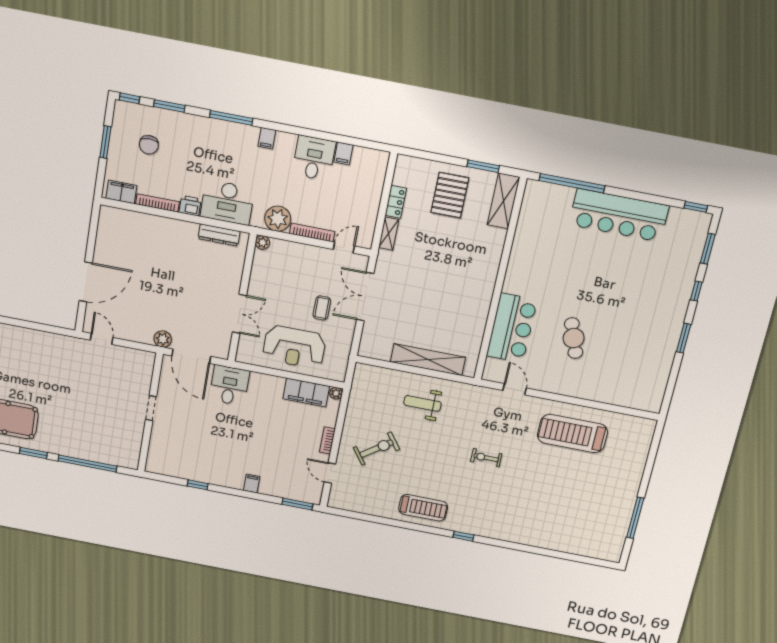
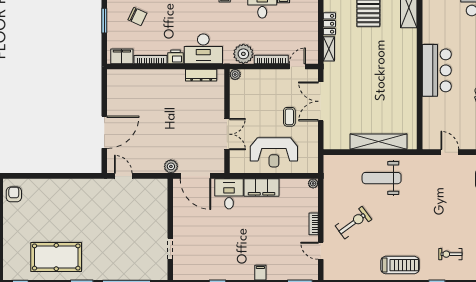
chair: (149, 145) -> (137, 17), turned -65
bar counter: (512, 328) -> (437, 70), moved
filing cabinet: (306, 393) -> (261, 187), moved
weight bench: (422, 403) -> (382, 178), width x1.36, depth x1.33
doorway: (151, 408) -> (170, 249), moved
exercise bike: (486, 458) -> (450, 254), moved

